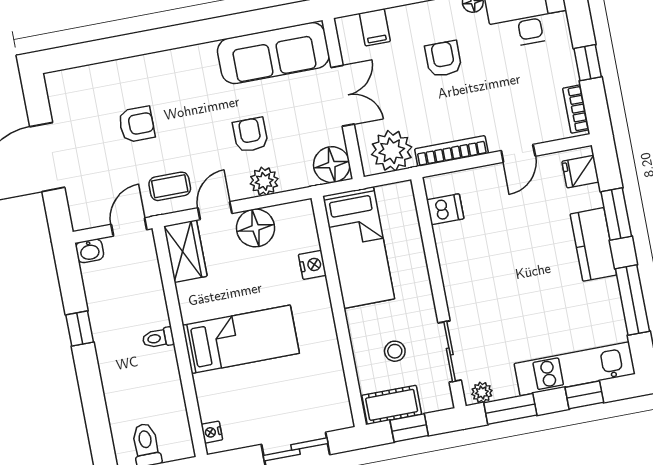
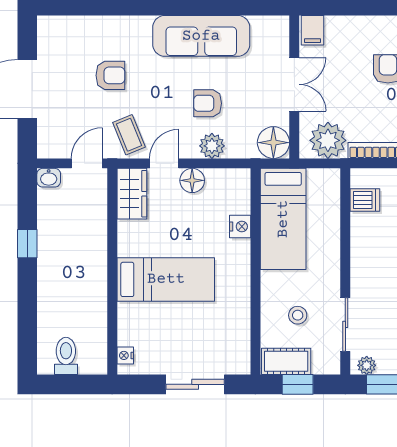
filing cabinet: (375, 27) -> (312, 30), moved
sofa: (273, 53) -> (201, 36), moved
armchair: (250, 135) -> (208, 103), turned -90
coffee table: (170, 186) -> (129, 135), turned 68
floor lamp: (256, 228) -> (192, 180), width x0.73, depth x0.73
toilet: (158, 338) -> (94, 265), removed

